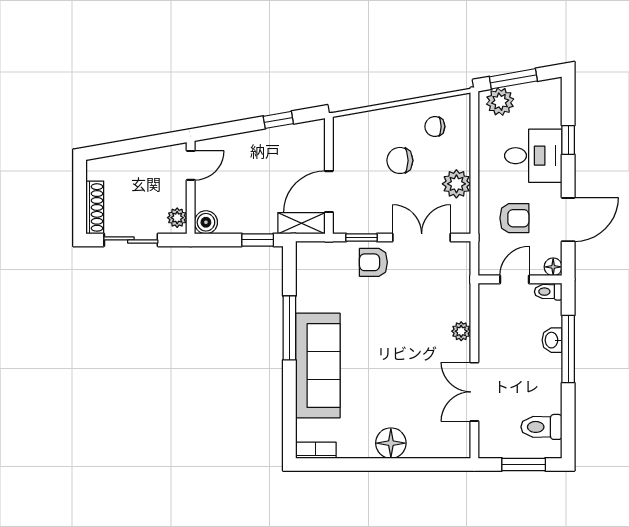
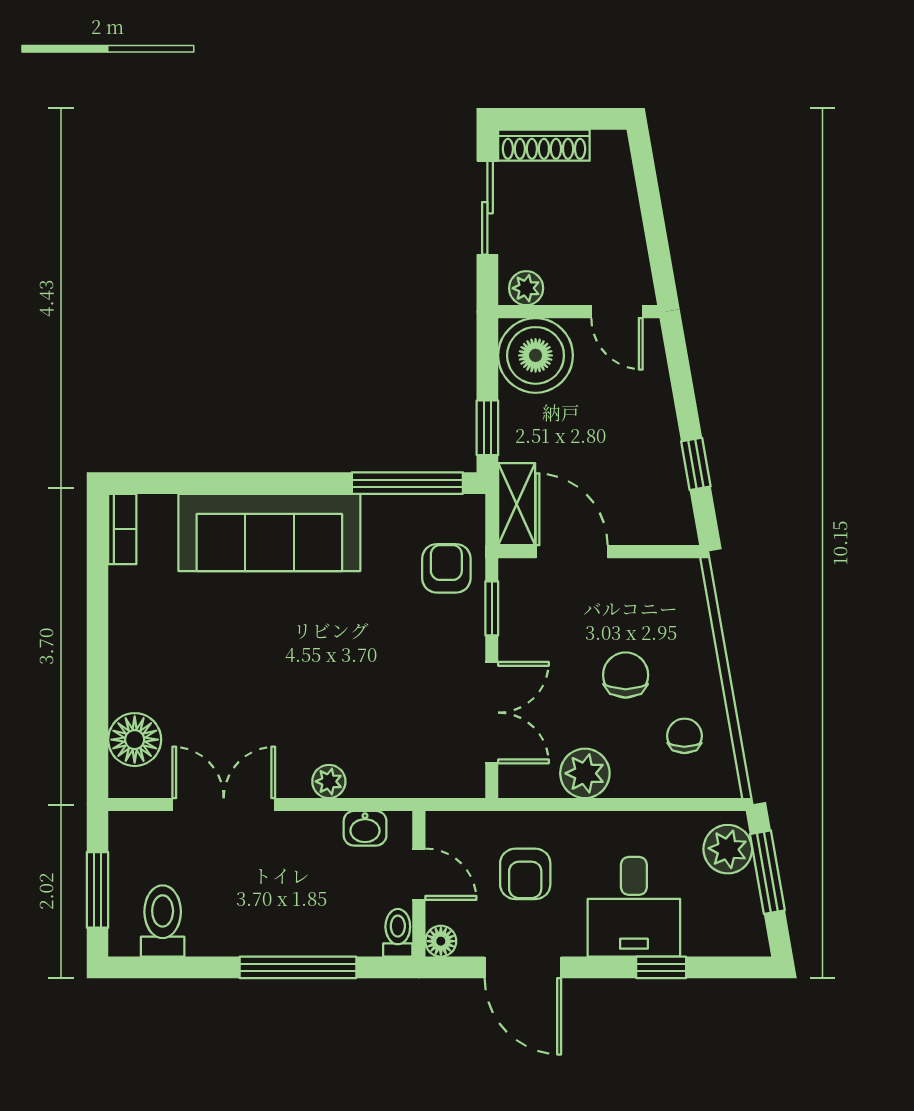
boiler: (206, 222) -> (536, 355), width x1.86, depth x1.86
armchair: (373, 262) -> (446, 568), moved
window: (289, 328) -> (407, 483), moved
washbasin: (552, 340) -> (365, 828), moved, turned 180
floor lamp: (391, 443) -> (135, 740), moved

